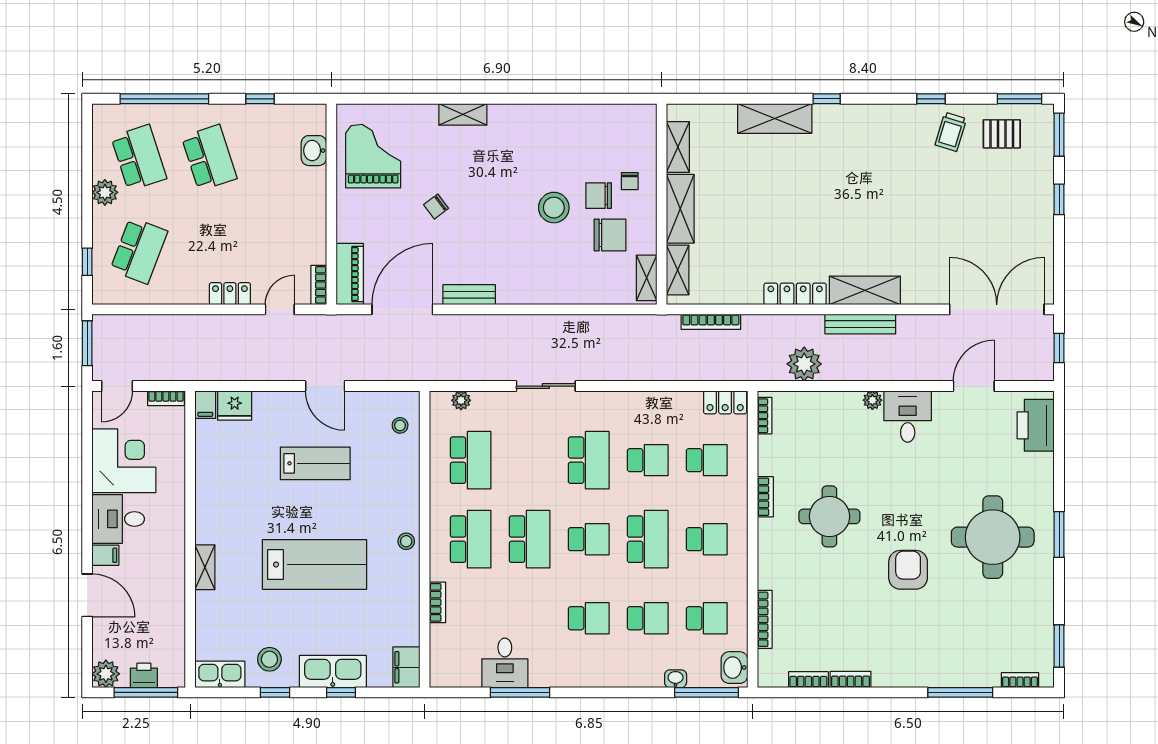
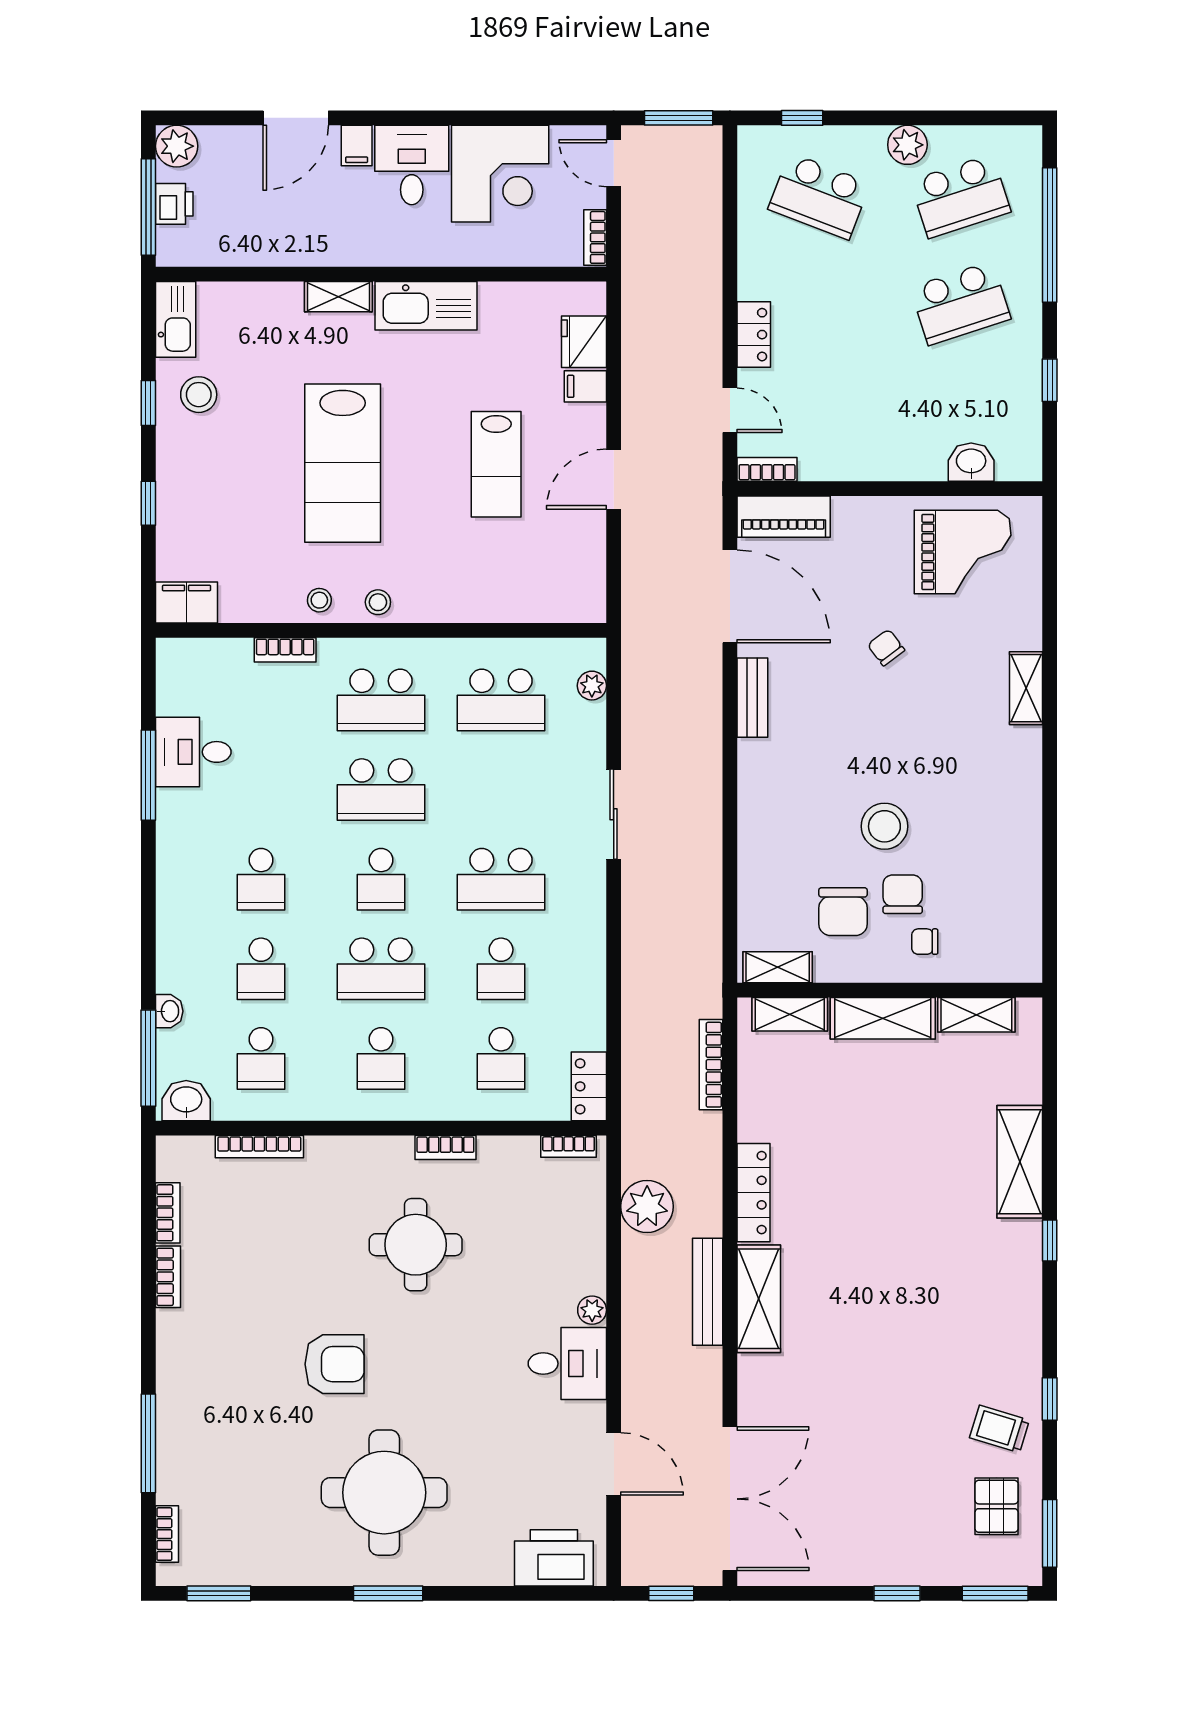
filing cabinet: (205, 405) -> (585, 386), moved
stool: (400, 425) -> (319, 600), moved
kitchen sink: (333, 672) -> (426, 306), moved, turned 90

